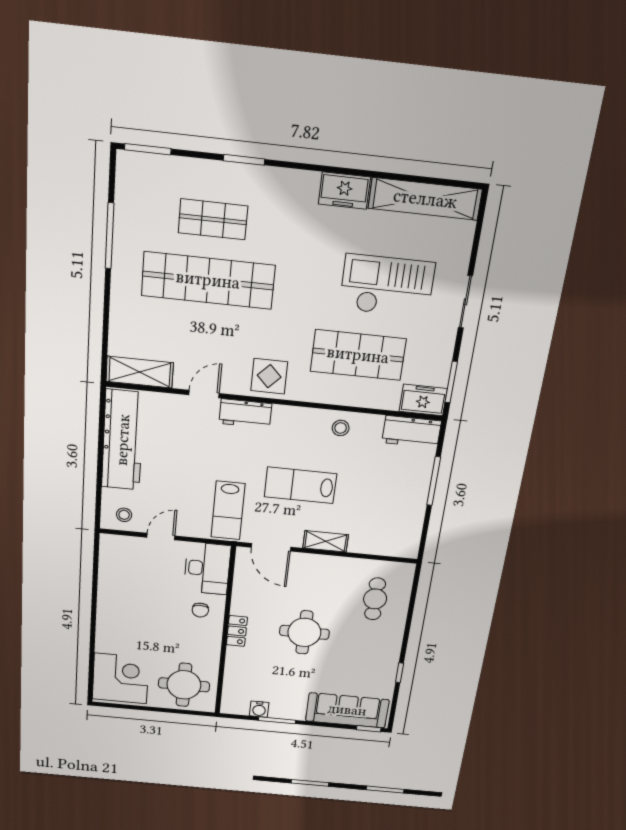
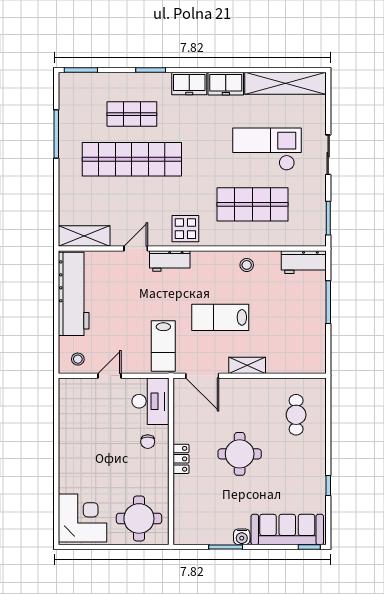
freezer: (423, 400) -> (189, 83), moved, turned 180
water cooler: (259, 709) -> (242, 537), moved

